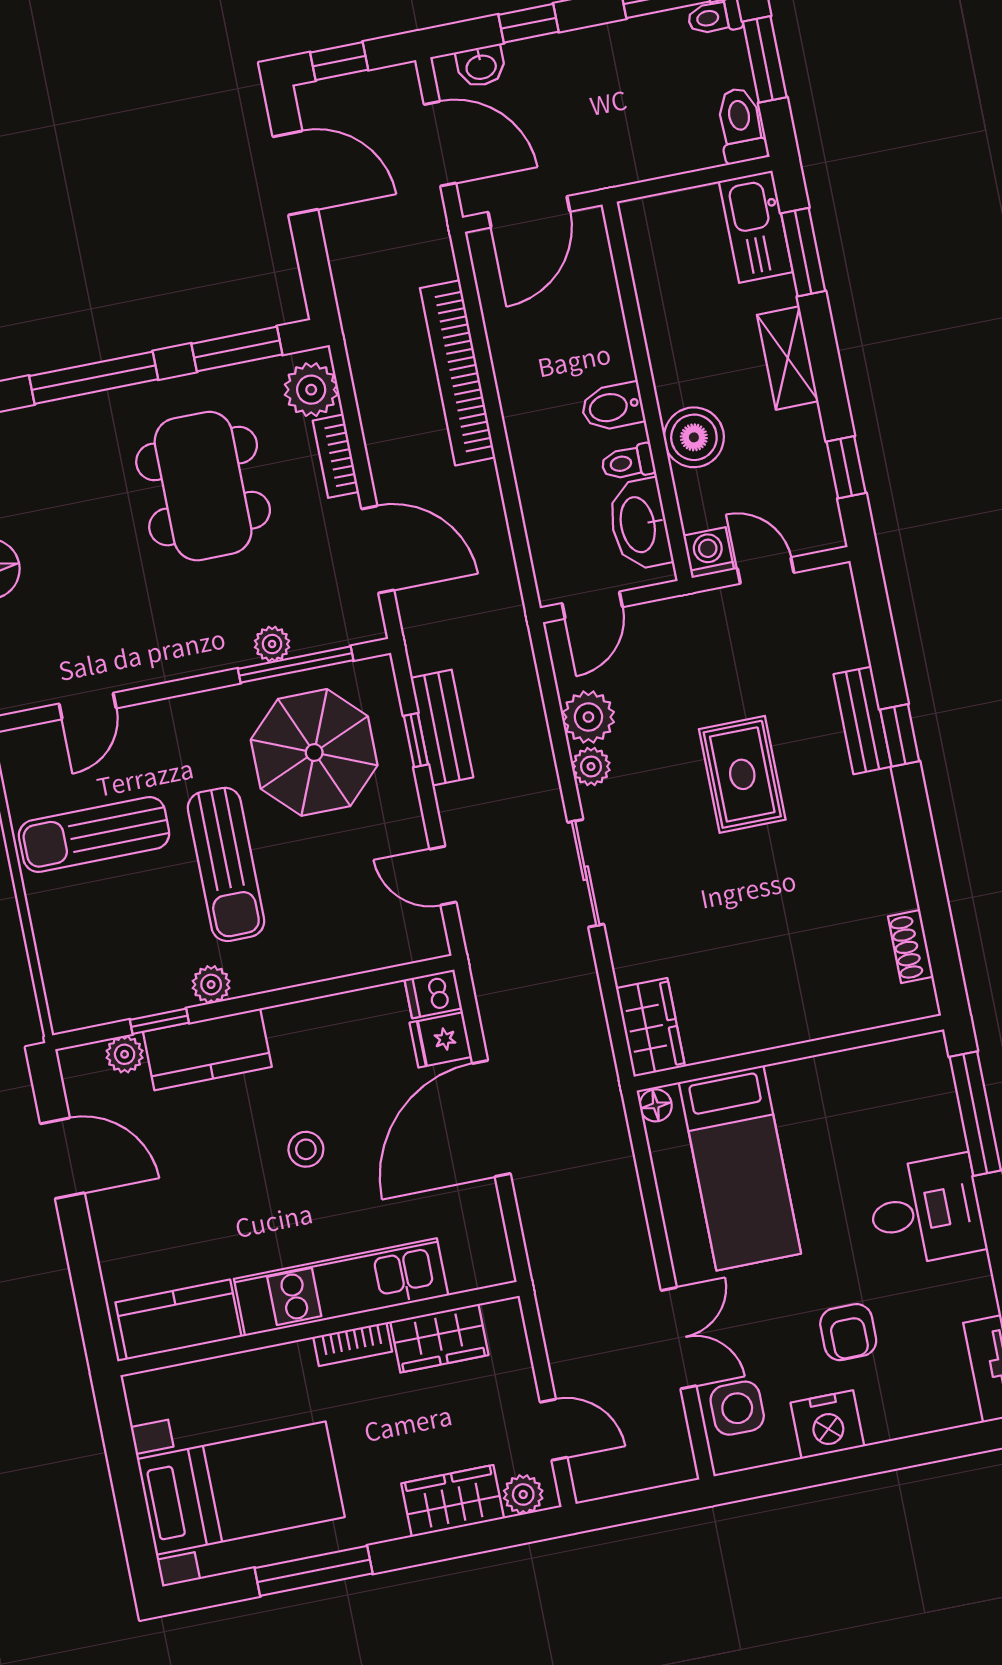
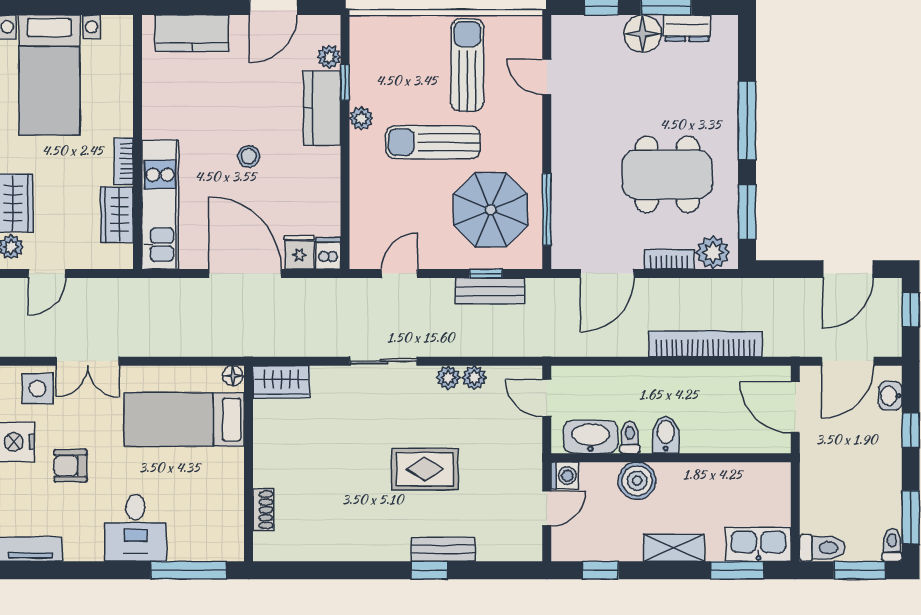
plant: (272, 644) -> (562, 197), removed
plant: (588, 717) -> (474, 378), width x0.73, depth x0.73
shoe rack: (911, 947) -> (263, 510), moved, turned 90
kitchen unit: (341, 1287) -> (160, 205), moved
kitchen counter: (178, 1320) -> (192, 33), moved, turned 90

